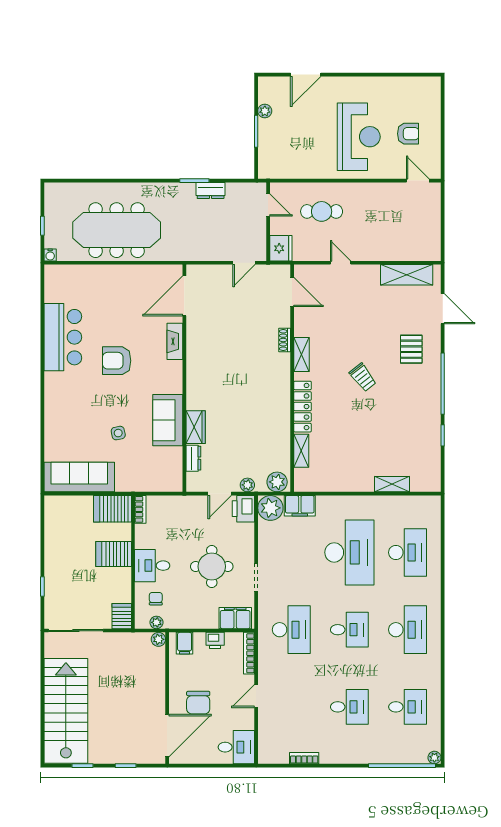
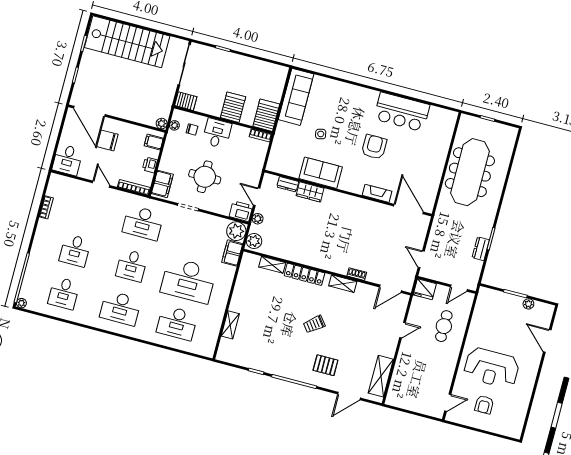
water cooler: (50, 255) -> (465, 119), removed

